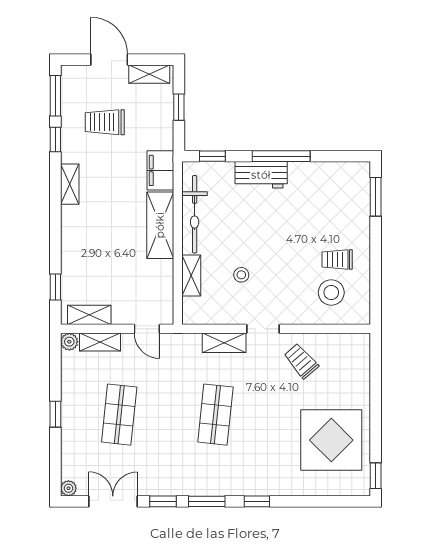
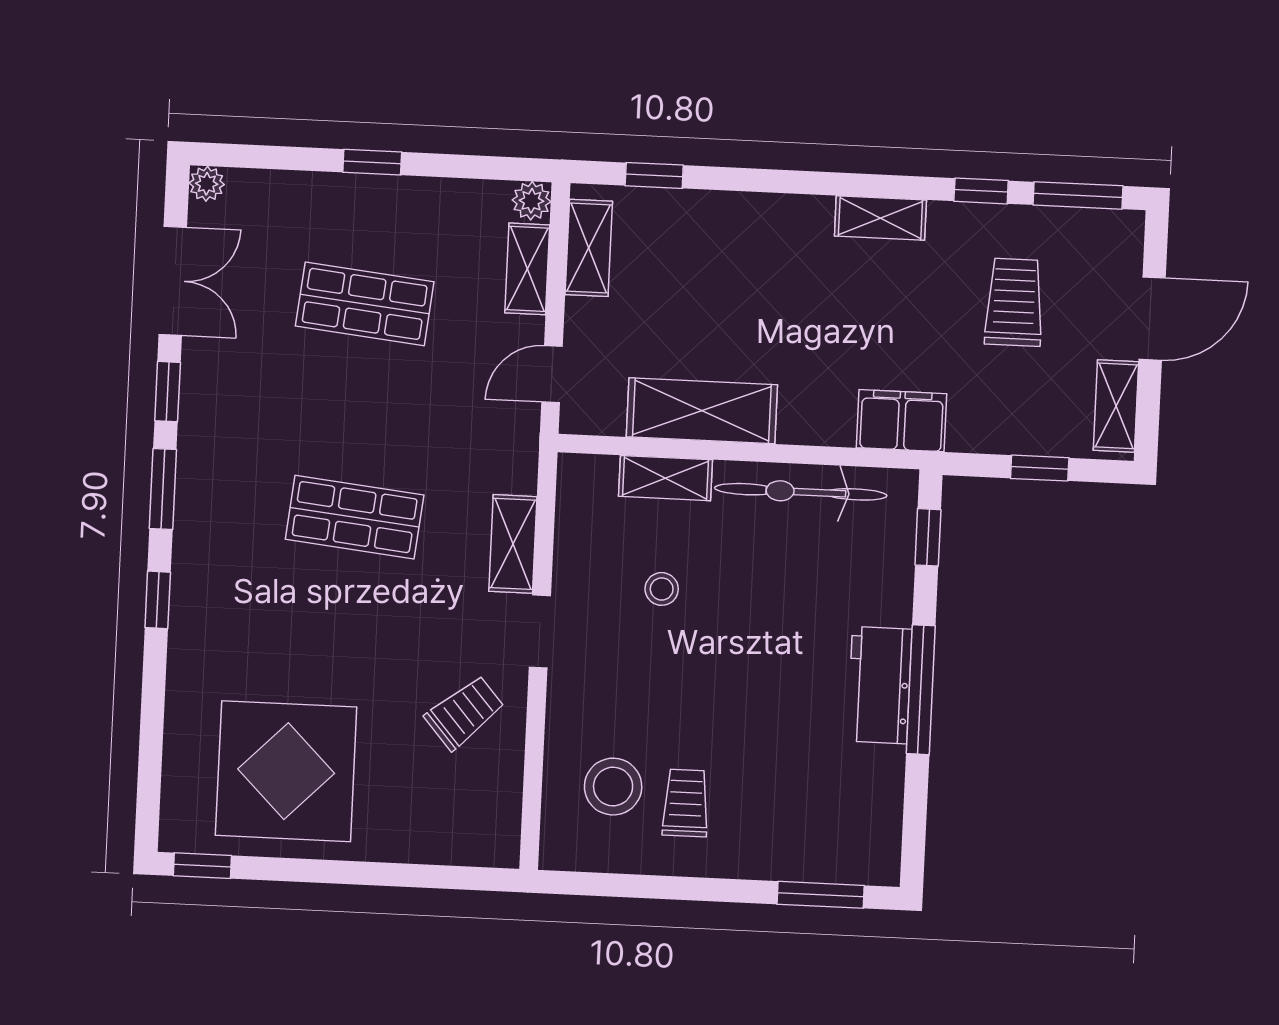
workbench: (261, 175) -> (880, 685), moved
shelving: (160, 225) -> (702, 411), moved

